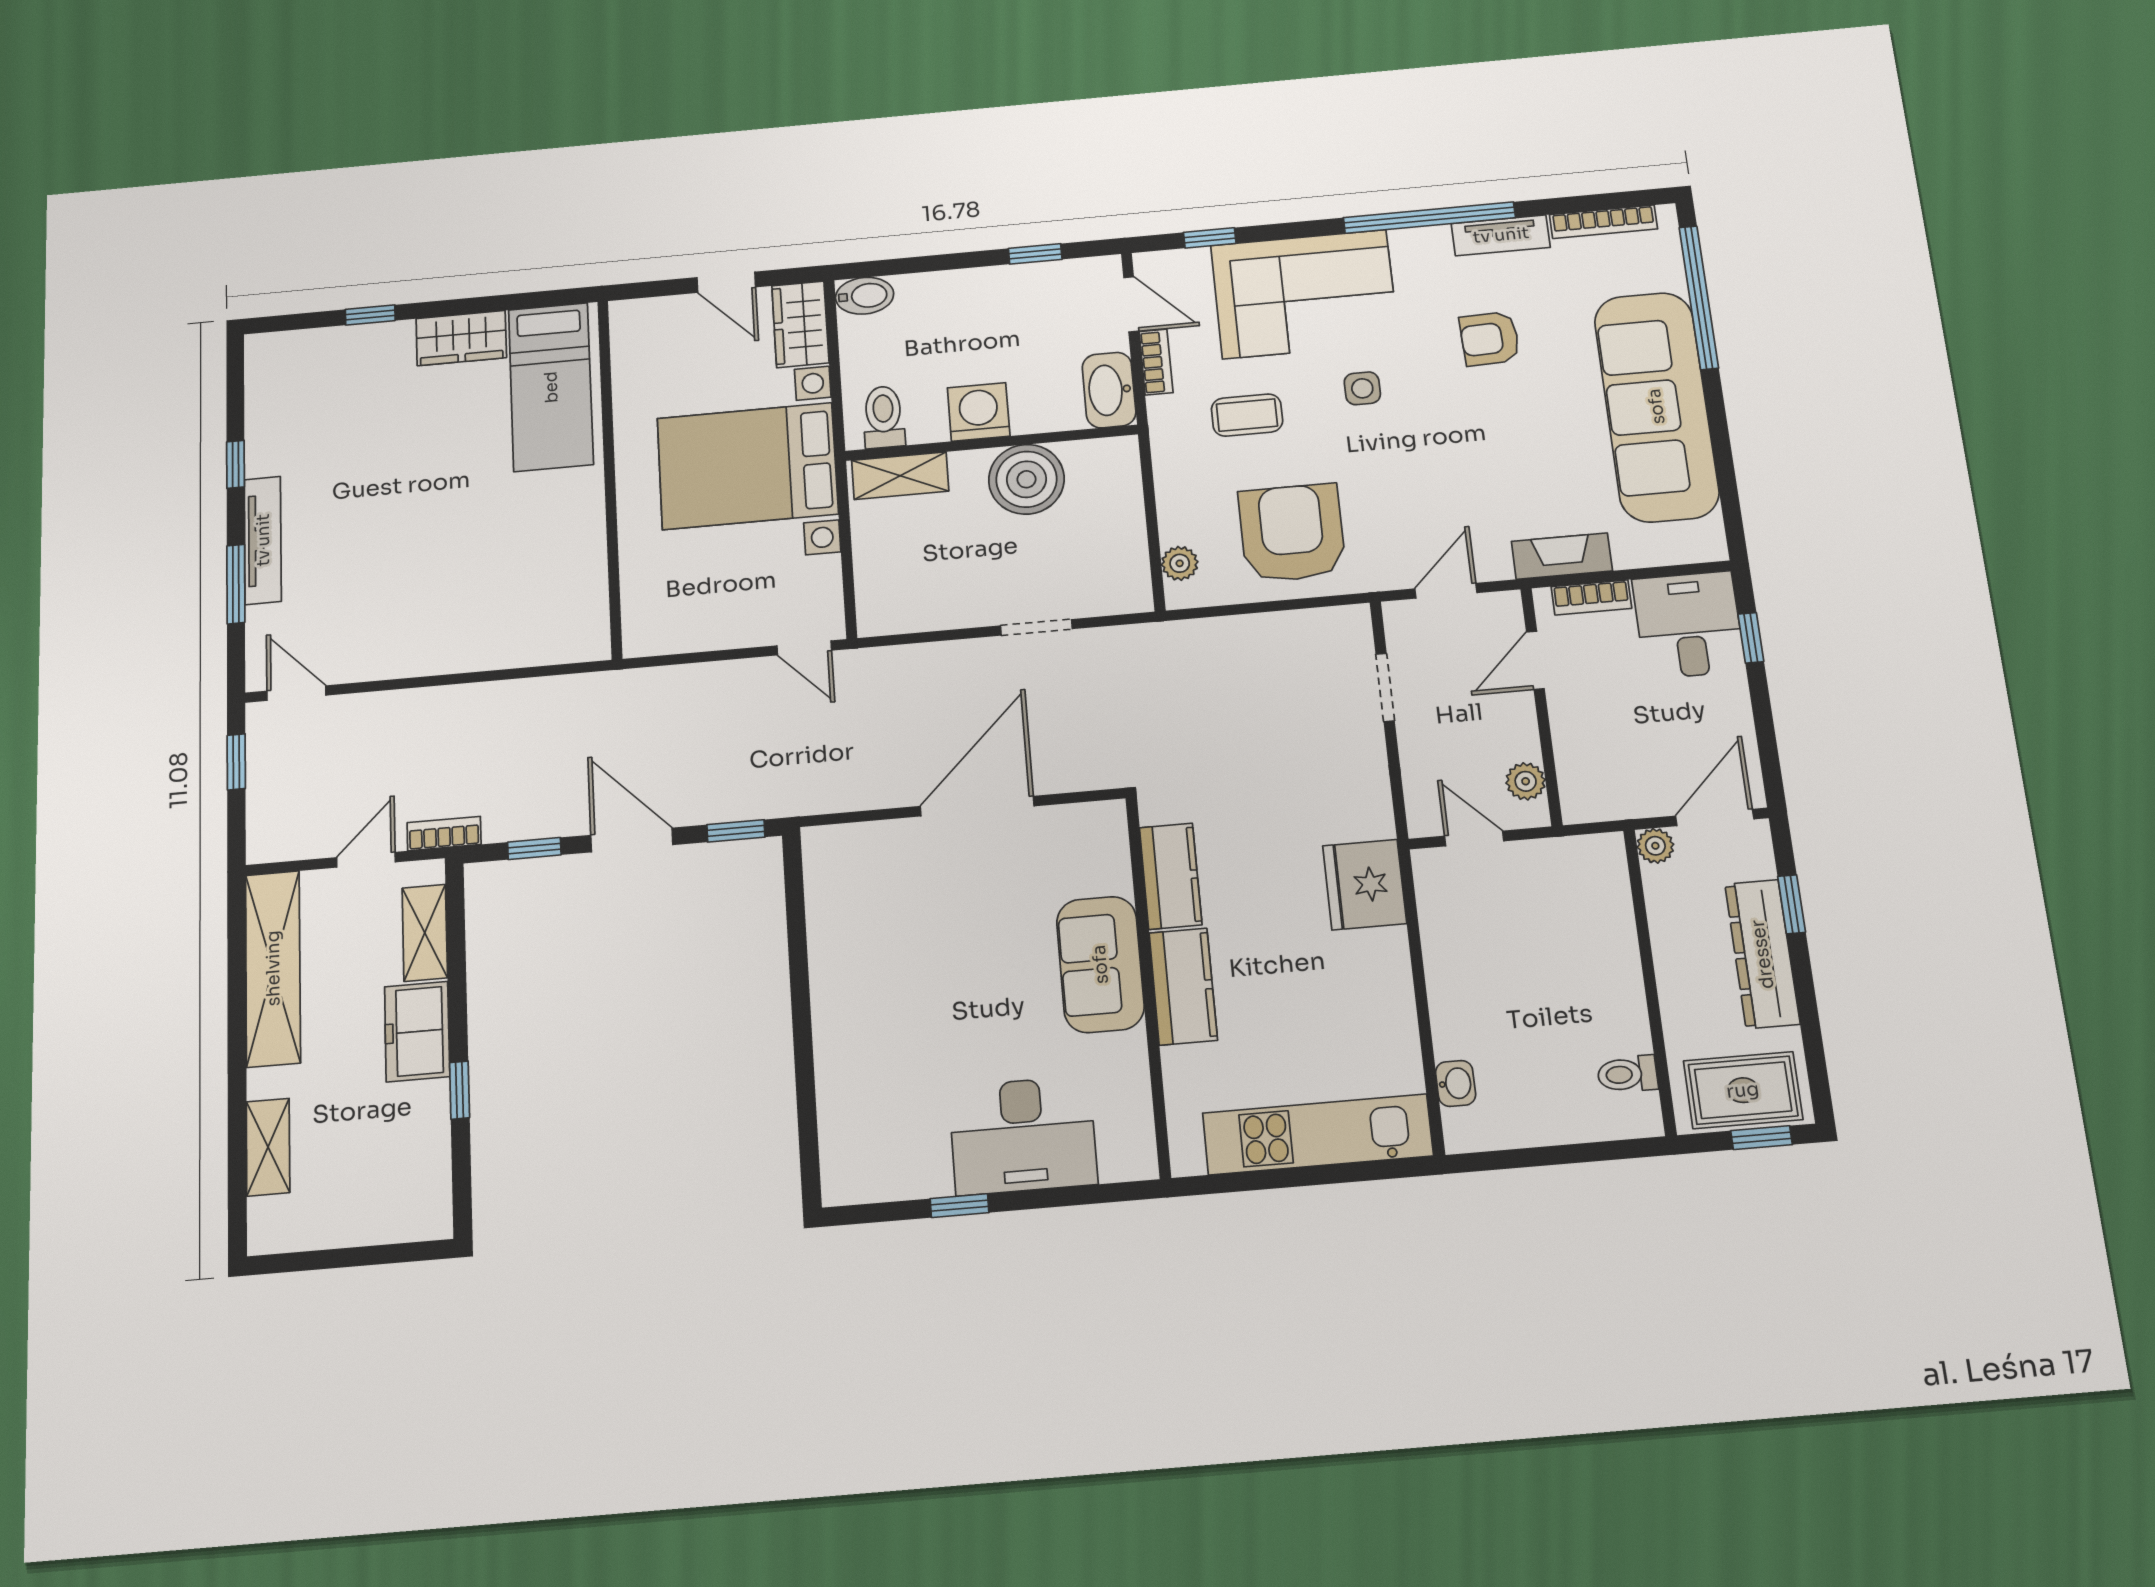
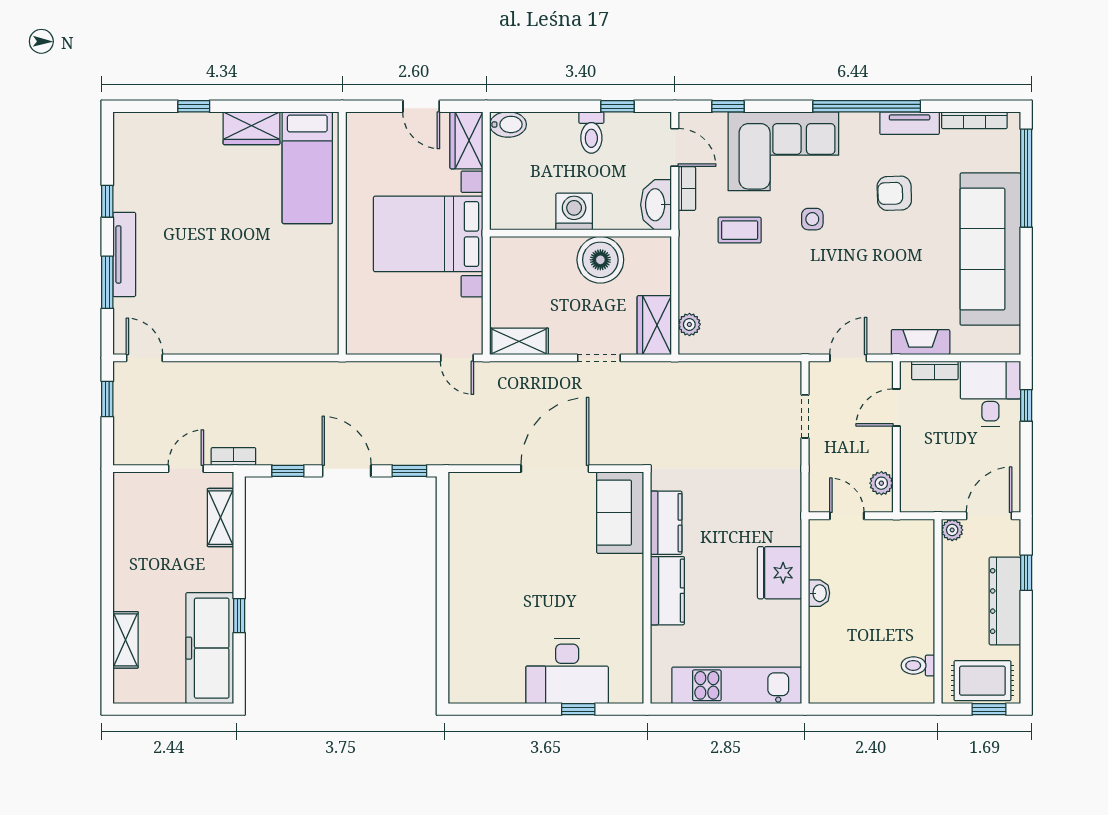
toilet: (884, 417) -> (591, 132), moved, turned 180
shelving: (900, 476) -> (519, 341), moved
armchair: (1292, 533) -> (759, 311), removed
wardrobe: (1123, 569) -> (654, 325), added
fridge: (1365, 885) -> (780, 573), moved
sofa: (1100, 964) -> (620, 513), moved
shelving: (273, 968) -> (129, 531), removed
freezer: (417, 1032) -> (210, 648), moved, width x1.91, depth x1.26
washbasin: (1456, 1083) -> (819, 593), moved
window: (960, 1206) -> (578, 709), moved

